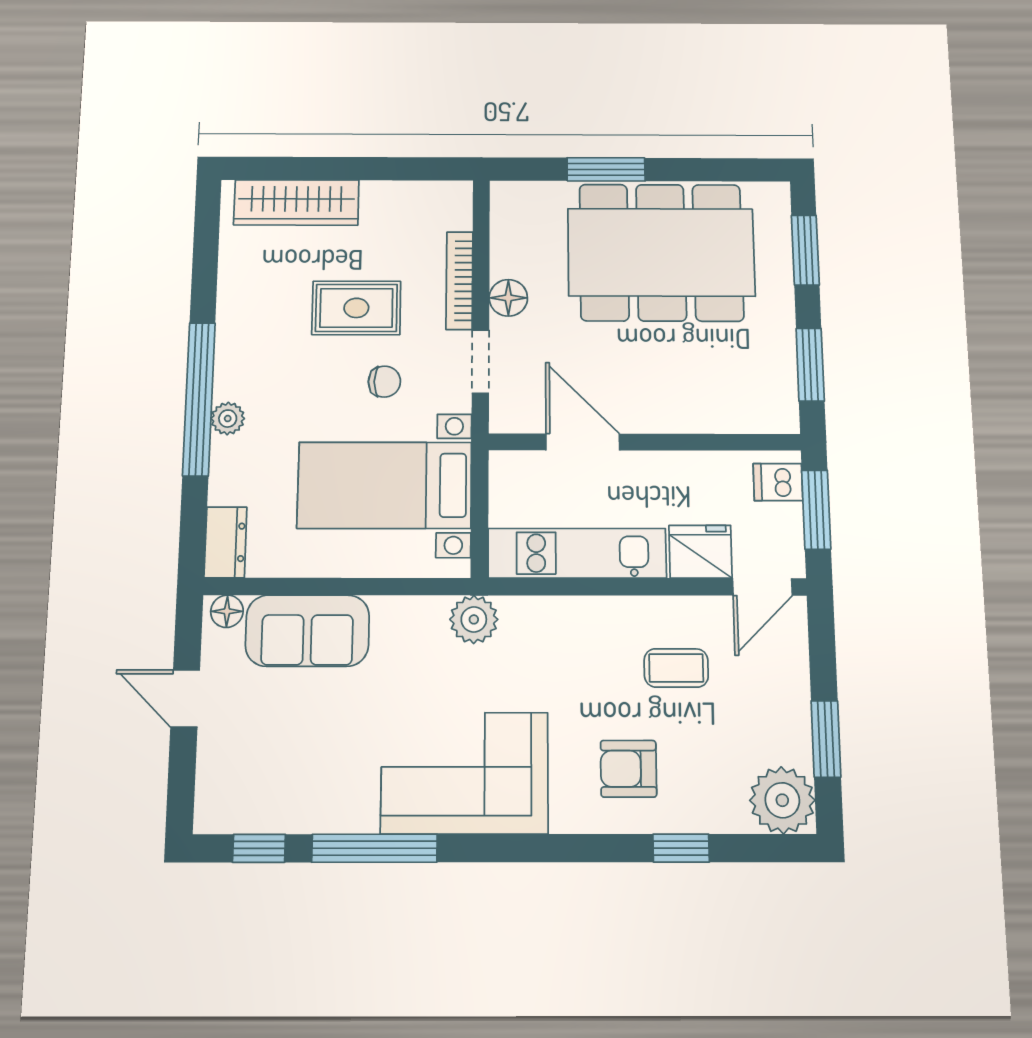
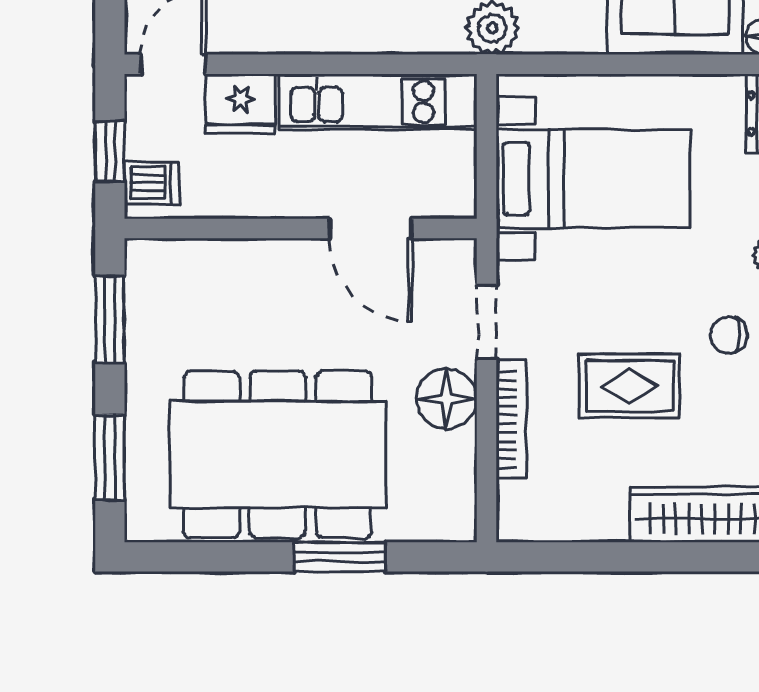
floor lamp: (508, 298) -> (446, 399), width x1.38, depth x1.38
chair: (384, 382) -> (729, 335), moved
window: (816, 510) -> (110, 151), width x0.67

